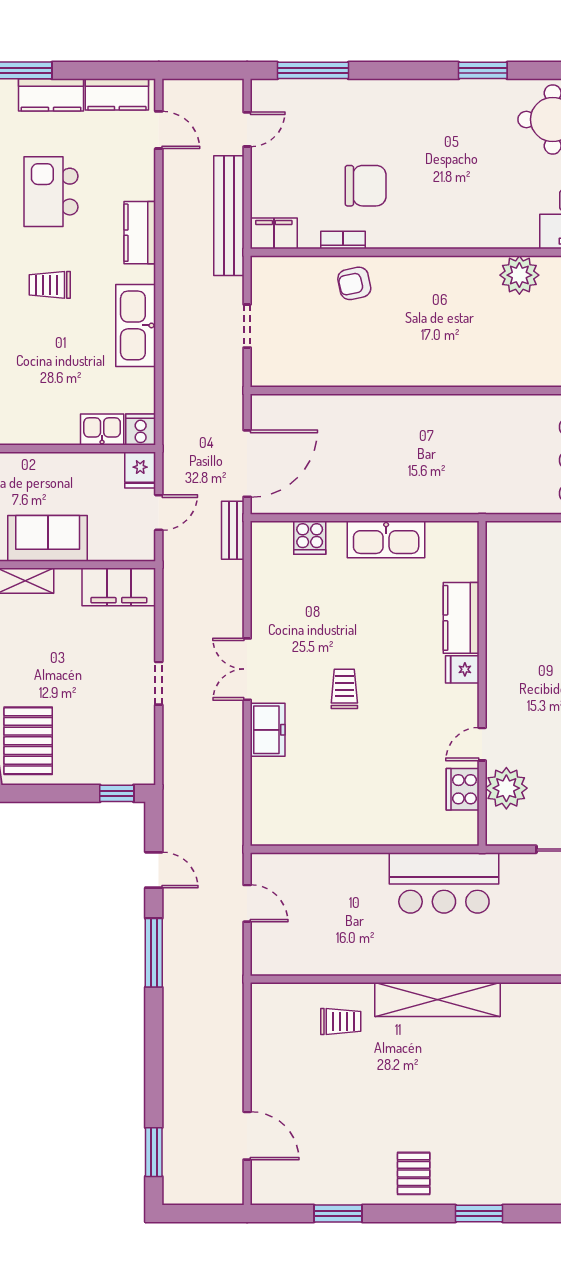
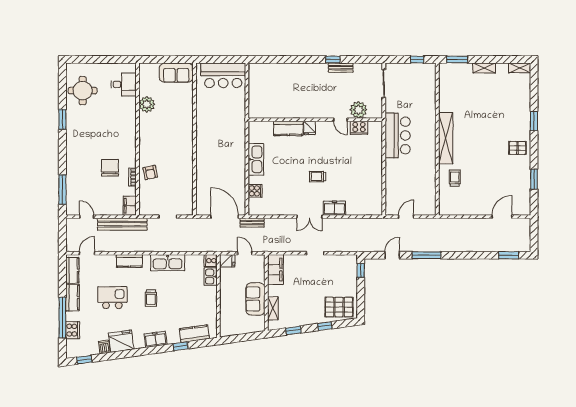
kitchen island: (51, 192) -> (112, 298), turned 180

